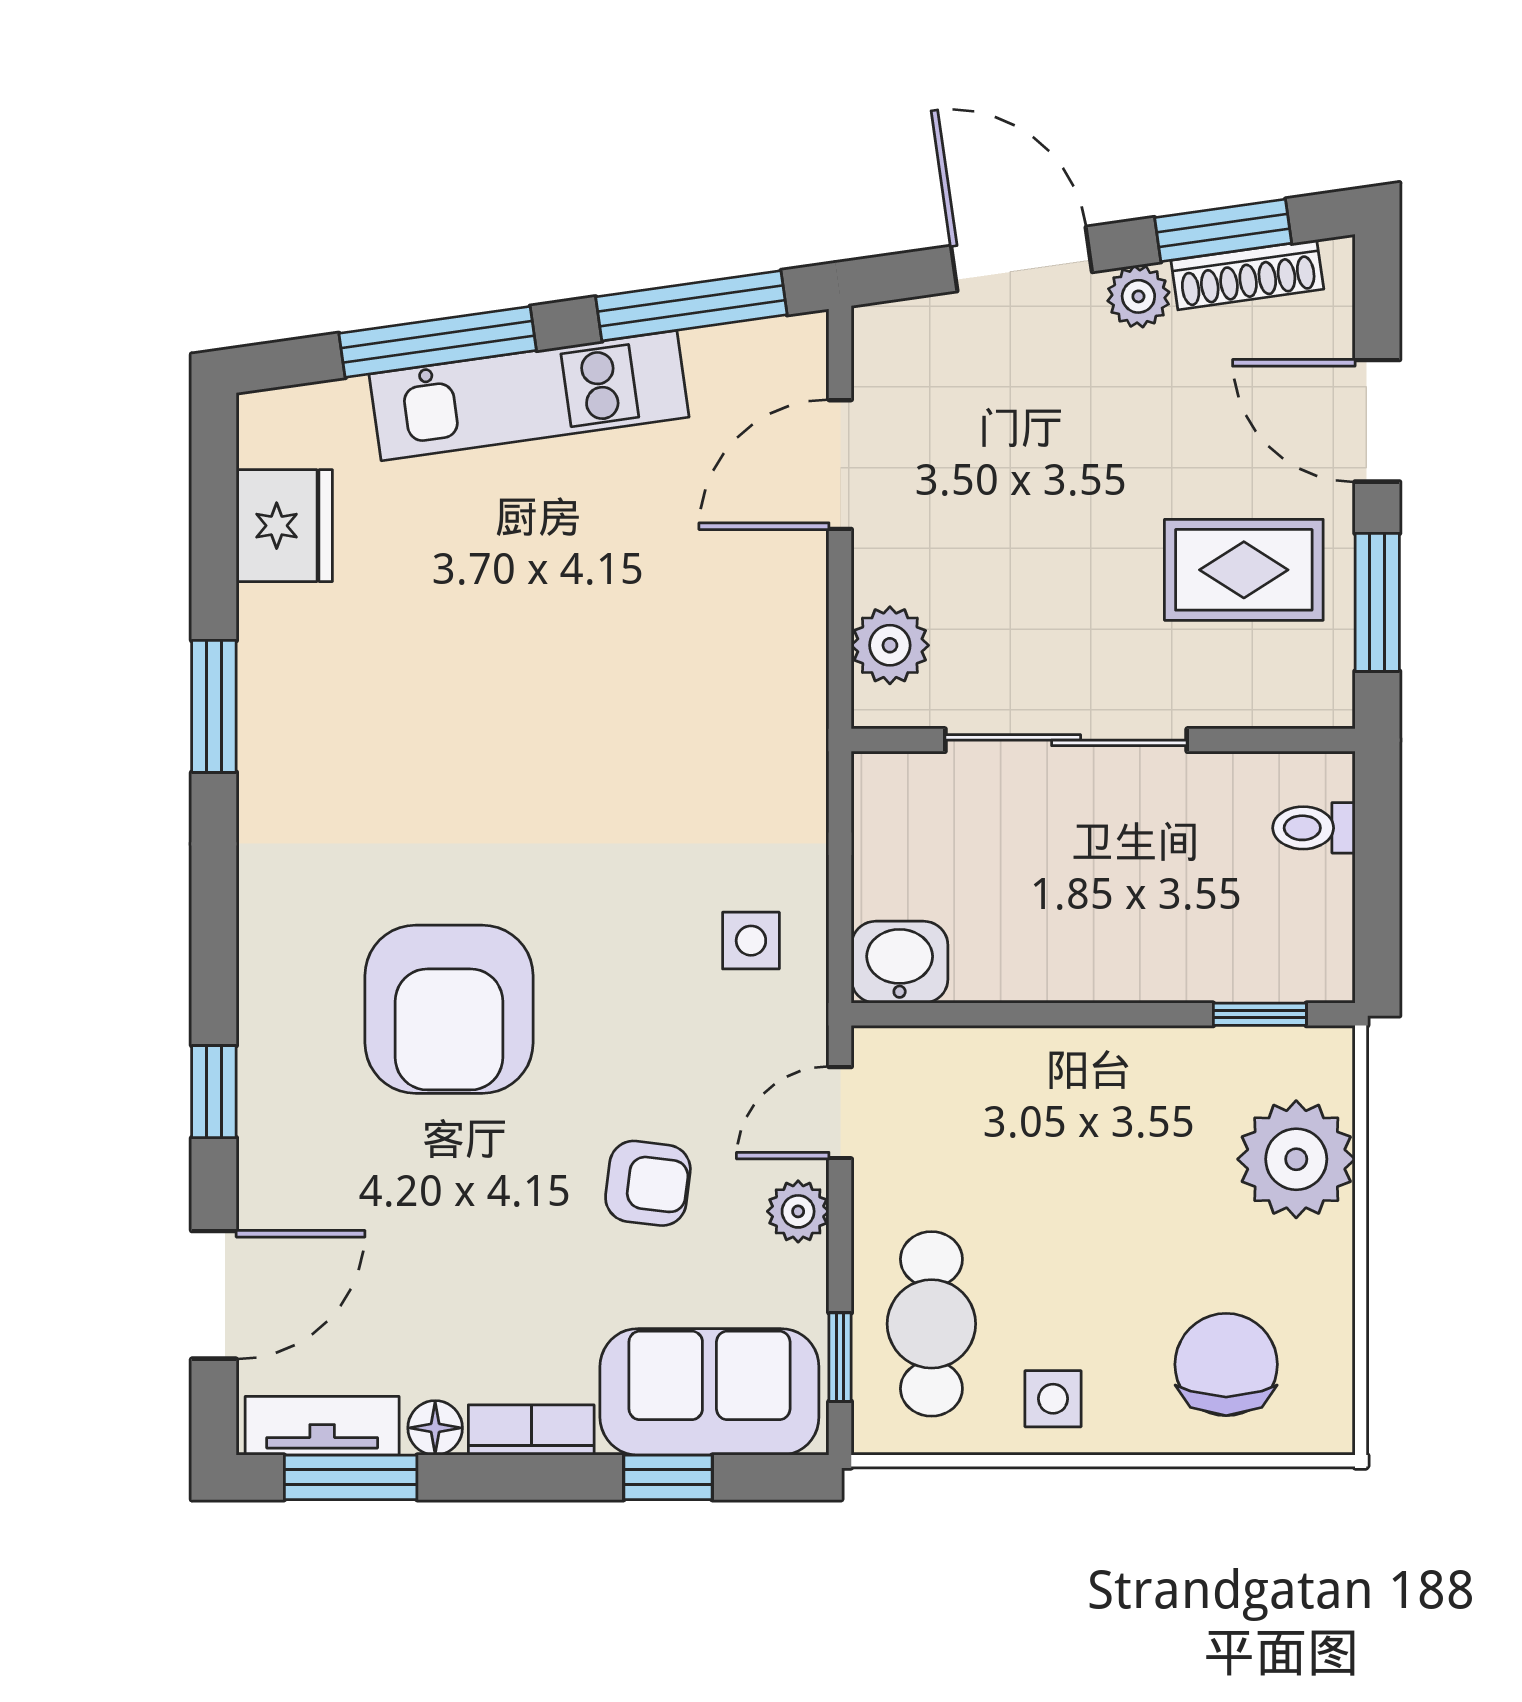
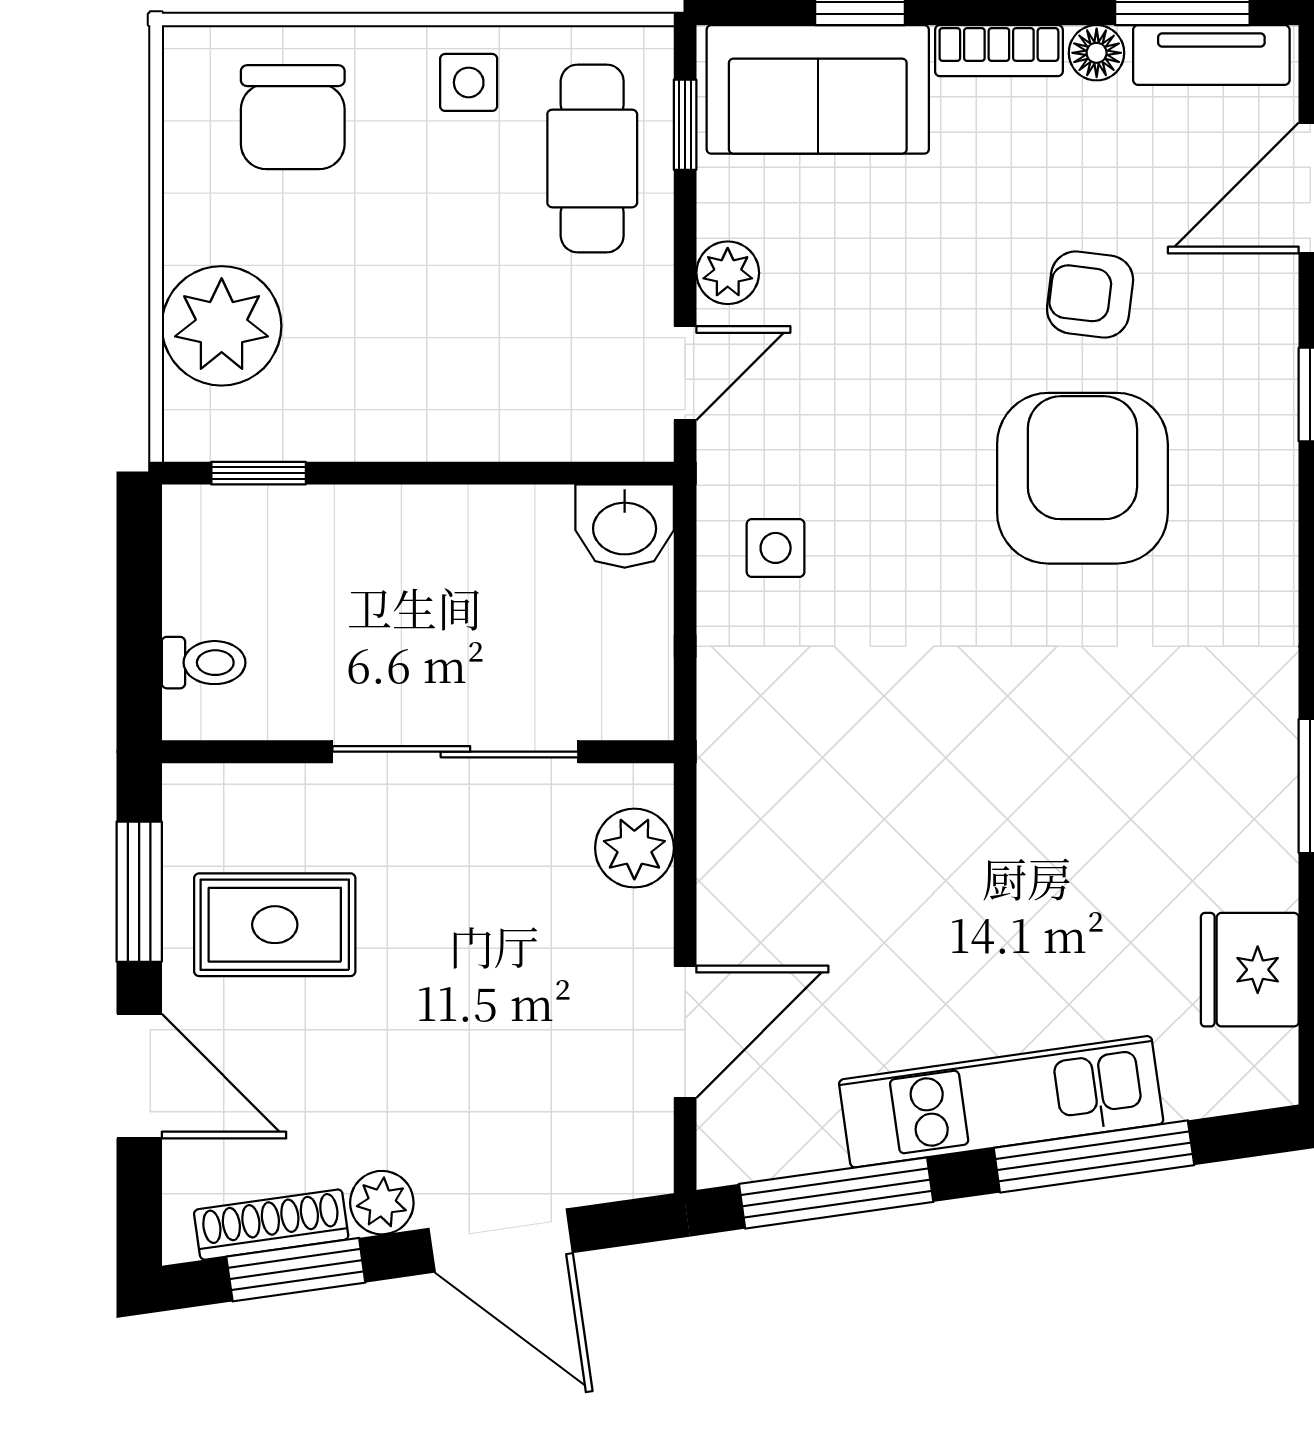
armchair: (648, 1183) -> (1090, 295), moved

